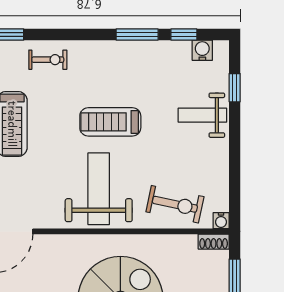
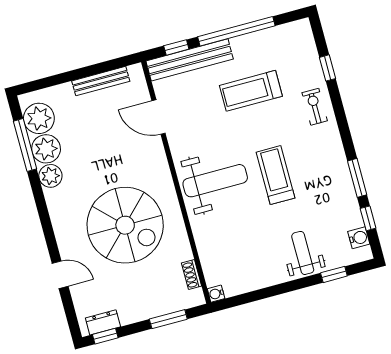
exercise bike: (48, 60) -> (315, 107), turned 180
exercise bike: (175, 204) -> (220, 250), removed
shoe rack: (214, 242) -> (192, 275), moved

